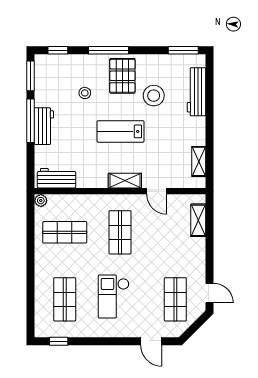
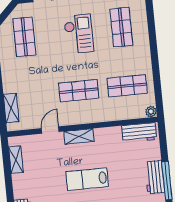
lab bench: (121, 131) -> (87, 179), turned 180
door: (157, 191) -> (50, 130), hinge flipped
shop shelf: (120, 232) -> (79, 91), turned 90

